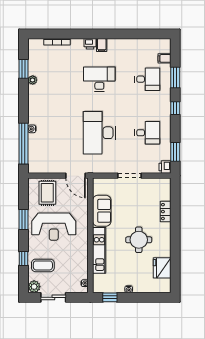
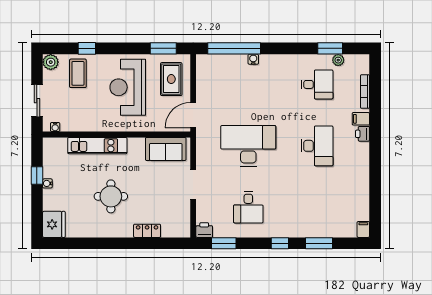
filing cabinet: (102, 45) -> (361, 119), moved
filing cabinet: (165, 58) -> (363, 229), moved
desk: (147, 79) -> (317, 84), moved, turned -90
plant: (33, 80) -> (338, 60), moved
rug: (47, 193) -> (171, 79), turned 90
sofa: (102, 211) -> (166, 149), moved
window: (23, 220) -> (163, 48), moved
fridge: (162, 268) -> (54, 224), moved, turned 90
sliding door: (53, 297) -> (37, 101), moved
window: (110, 297) -> (37, 175), moved

